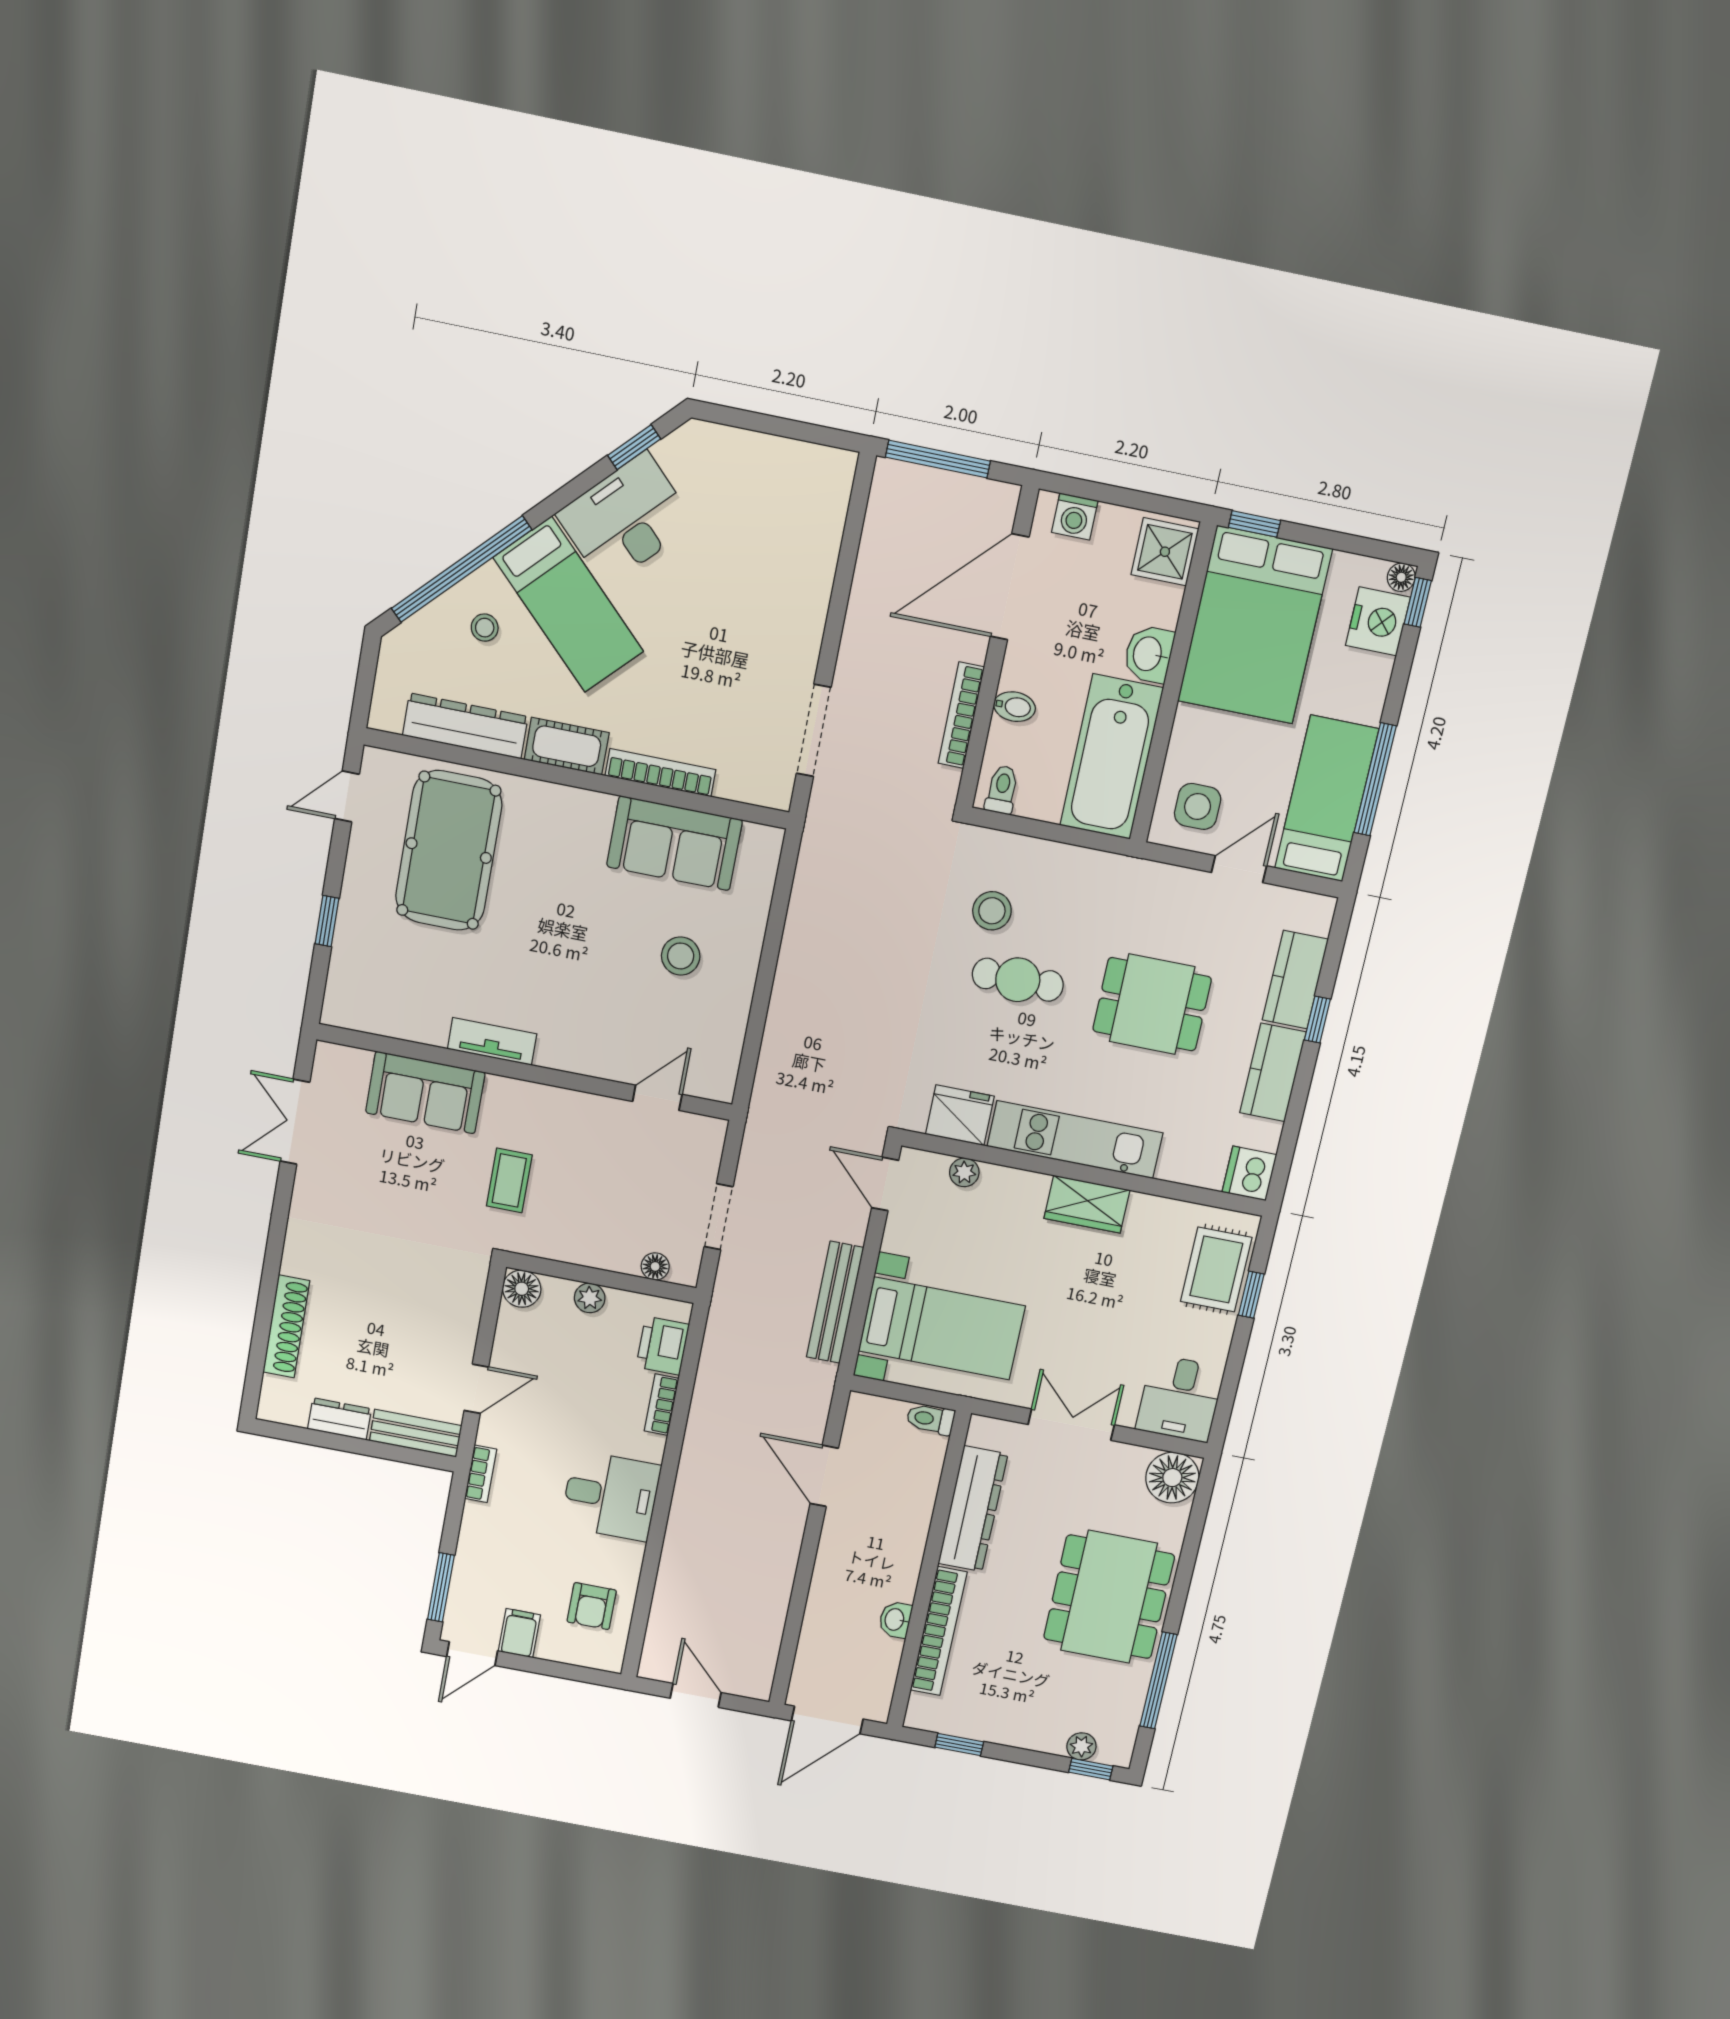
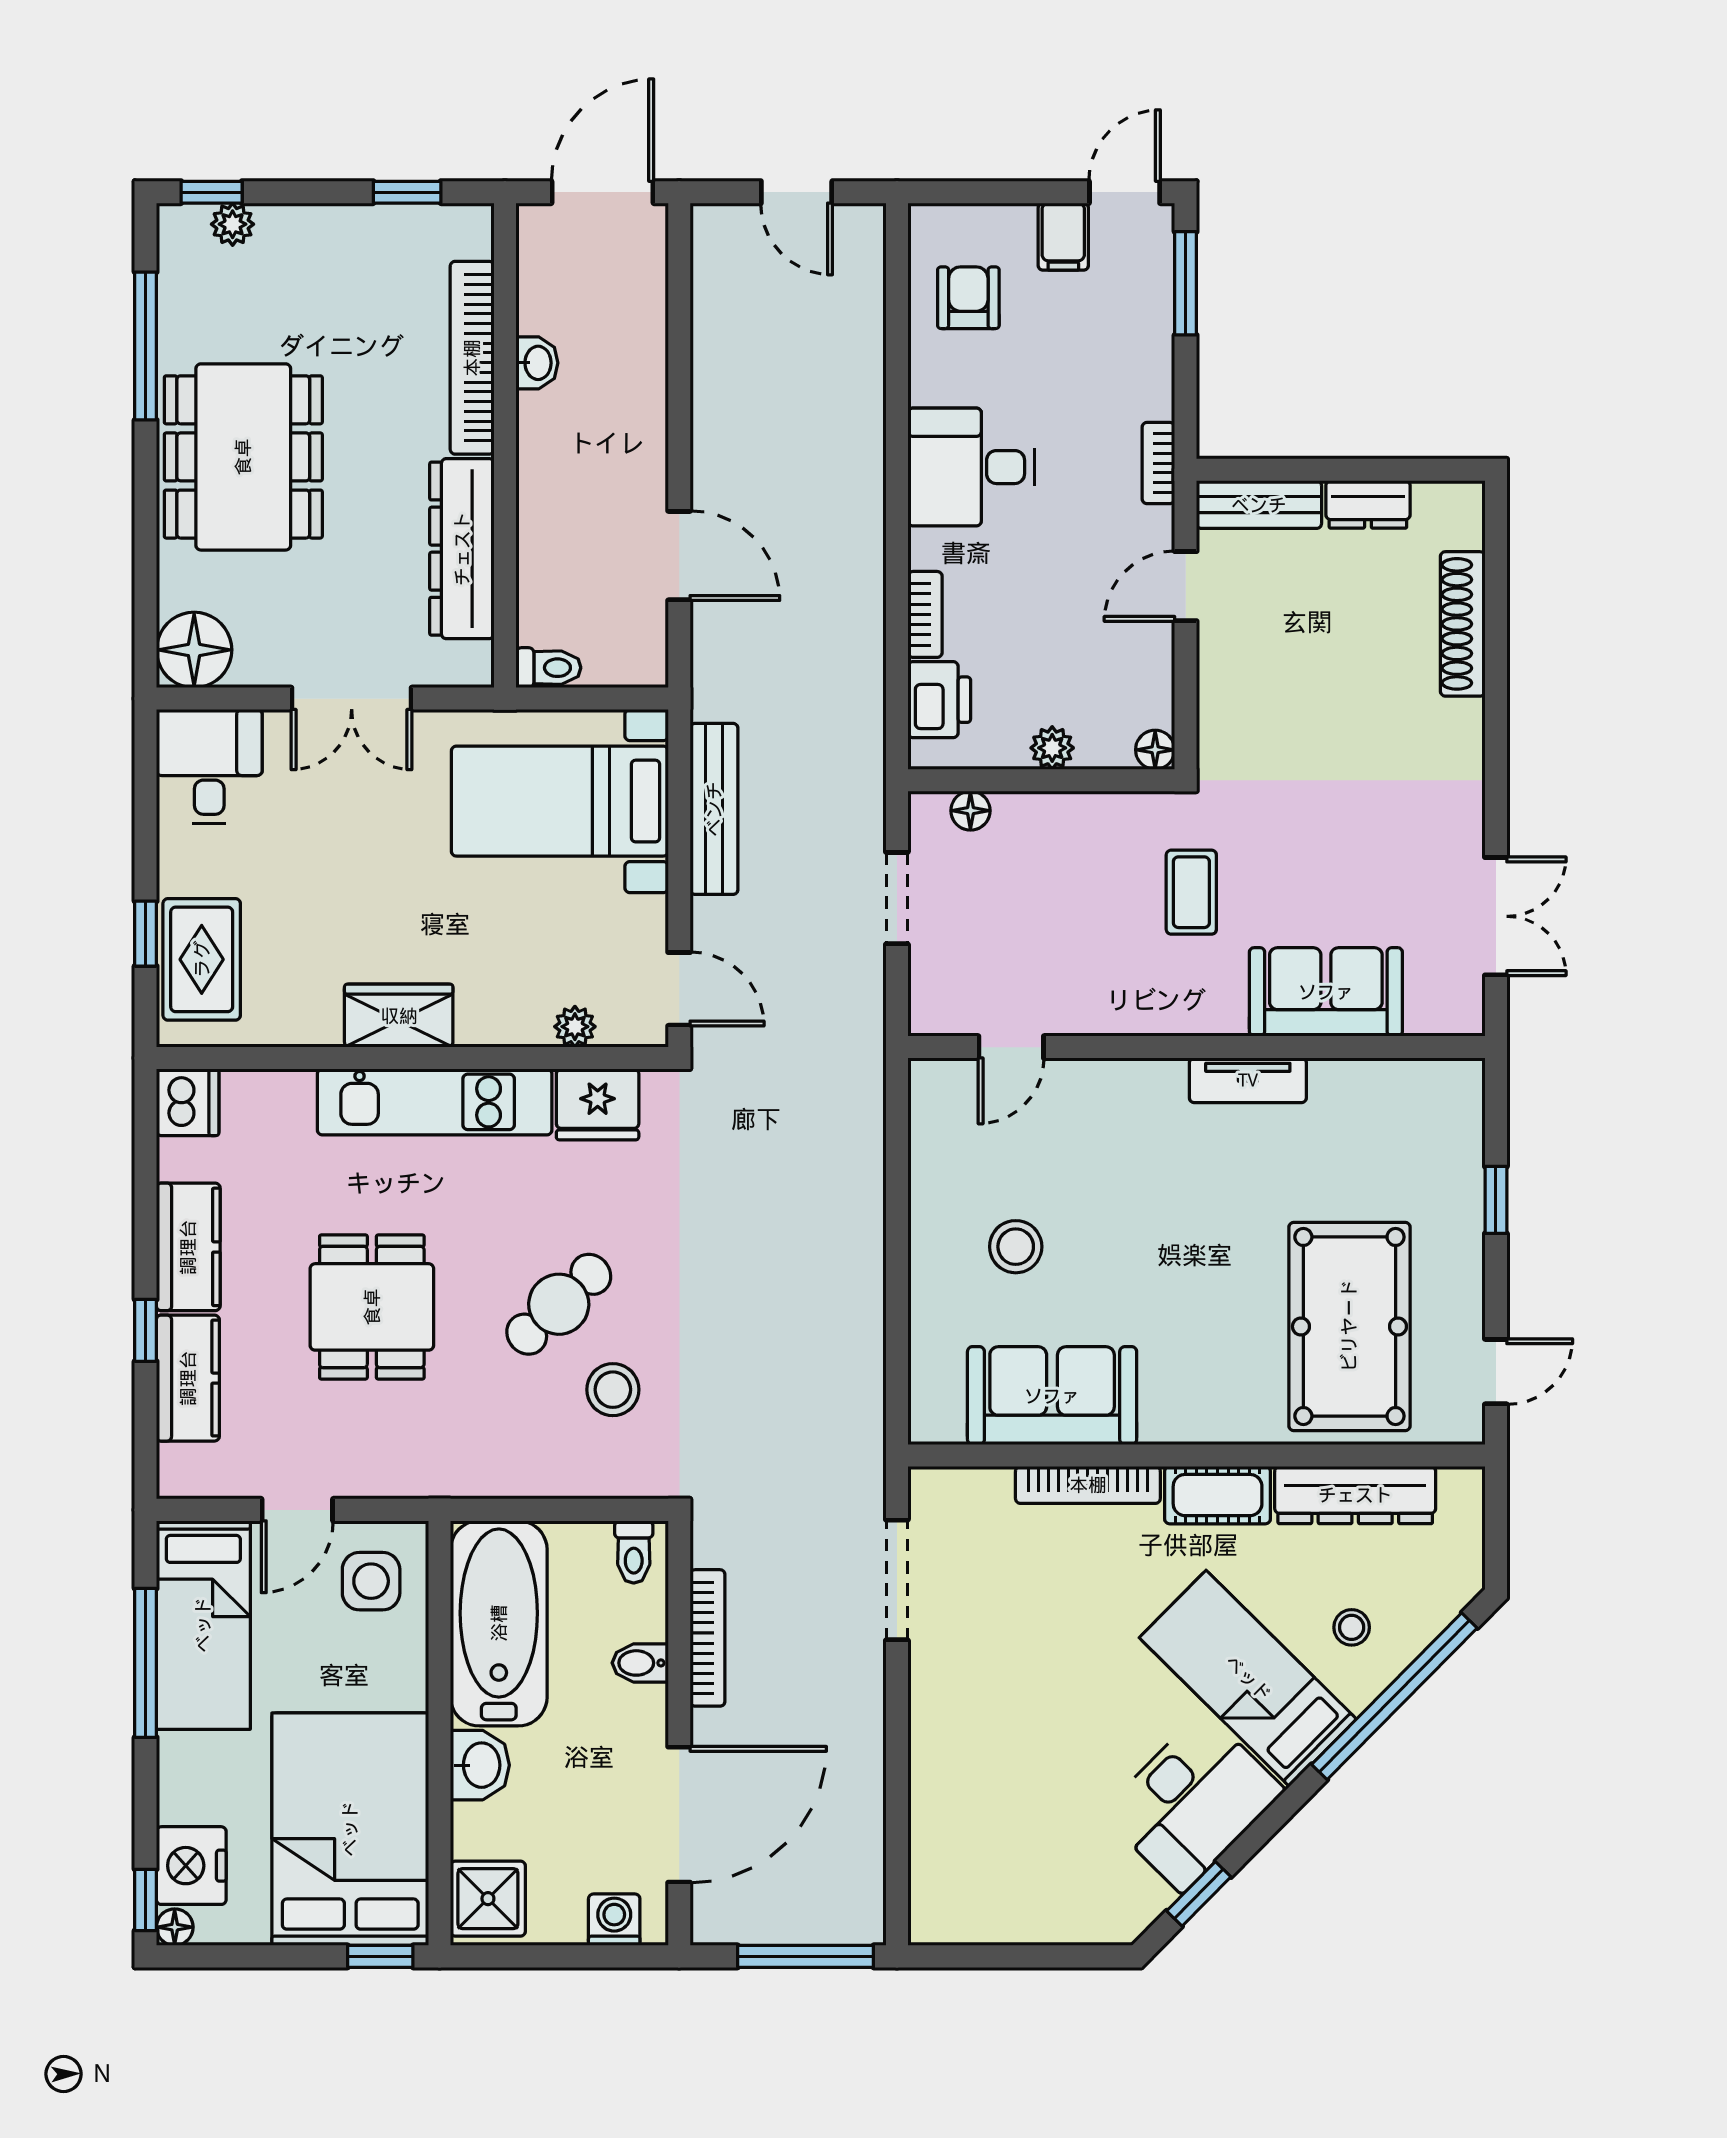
cafe table: (1018, 980) -> (559, 1304), turned -43
dining table: (1152, 1004) -> (372, 1307), turned 90
floor lamp: (522, 1289) -> (1155, 750), width x0.73, depth x0.73

